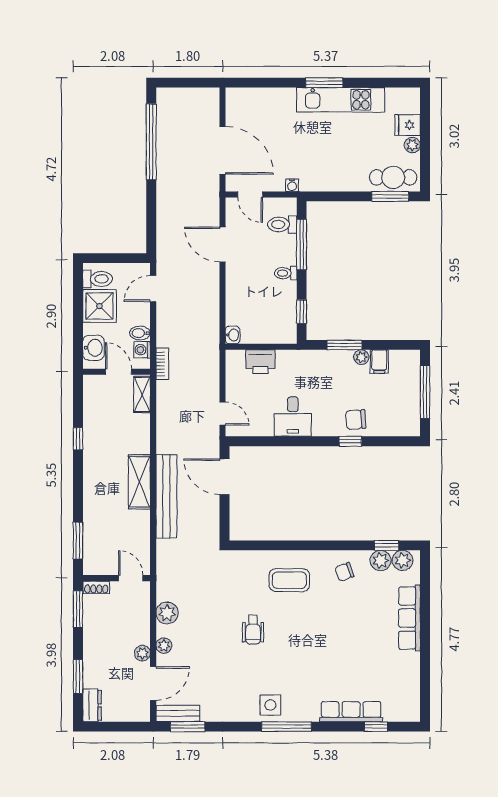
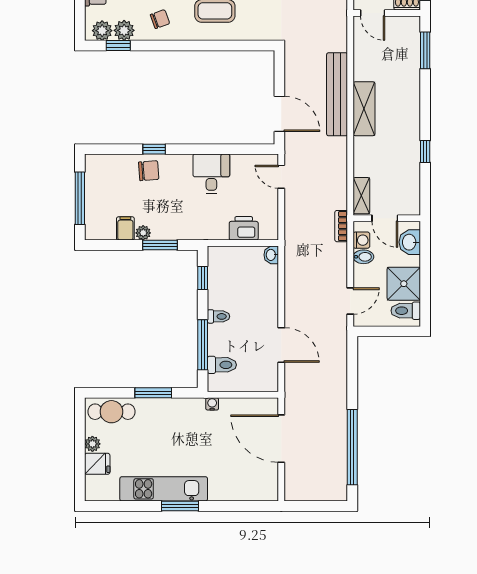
door: (250, 194) -> (254, 395), removed
window: (390, 196) -> (153, 393), moved

